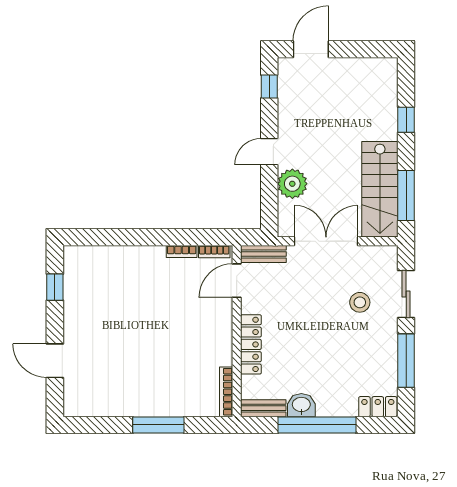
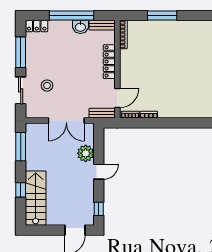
stairs: (380, 189) -> (36, 198), moved

